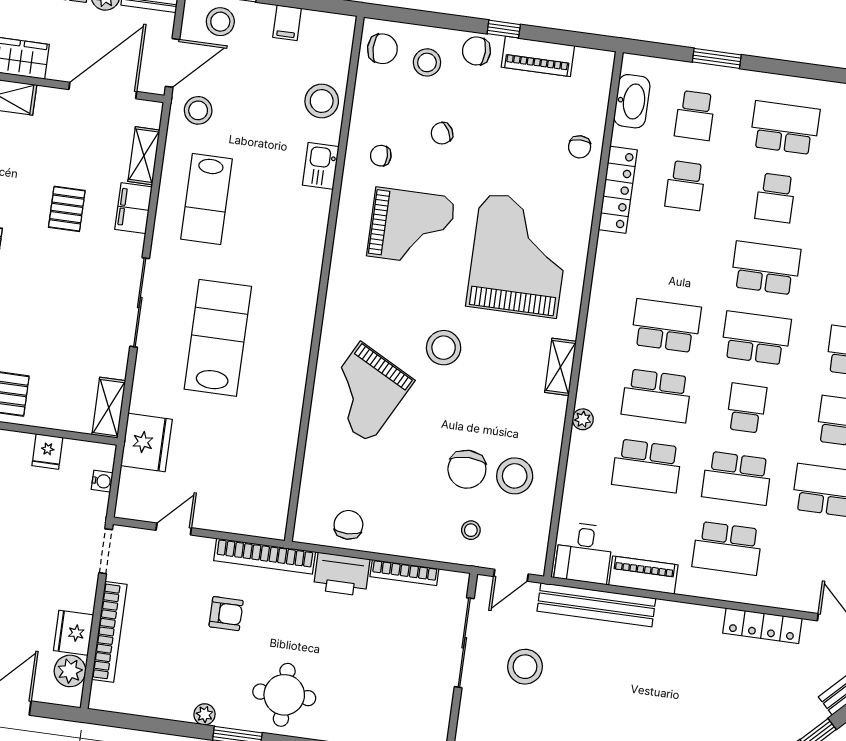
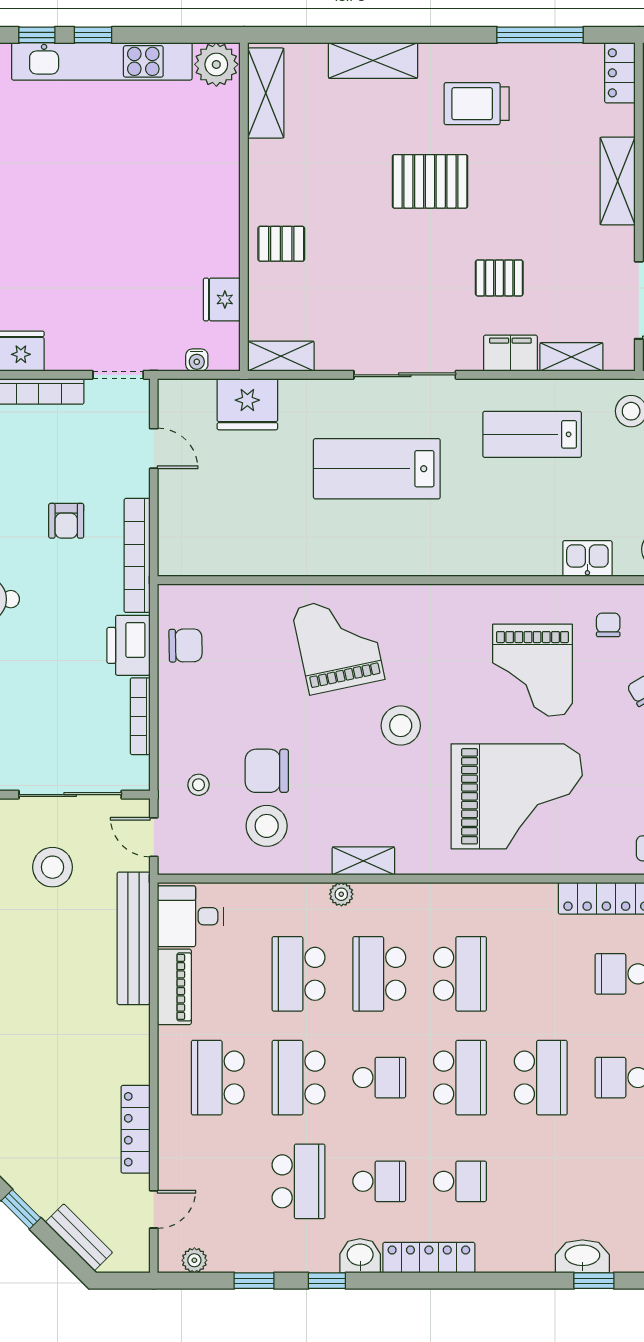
lab bench: (218, 338) -> (377, 469), turned 180
shelving: (560, 367) -> (363, 861), moved
grand piano: (365, 392) -> (338, 644), turned 50
fridge: (47, 452) -> (222, 299), width x1.38

